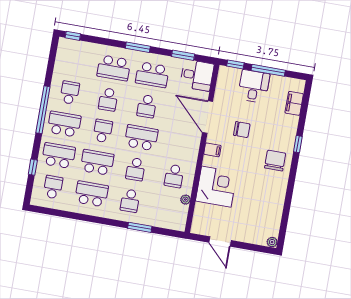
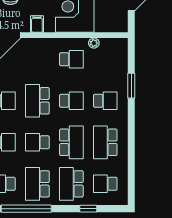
school desk: (97, 162) -> (71, 142), turned 180

